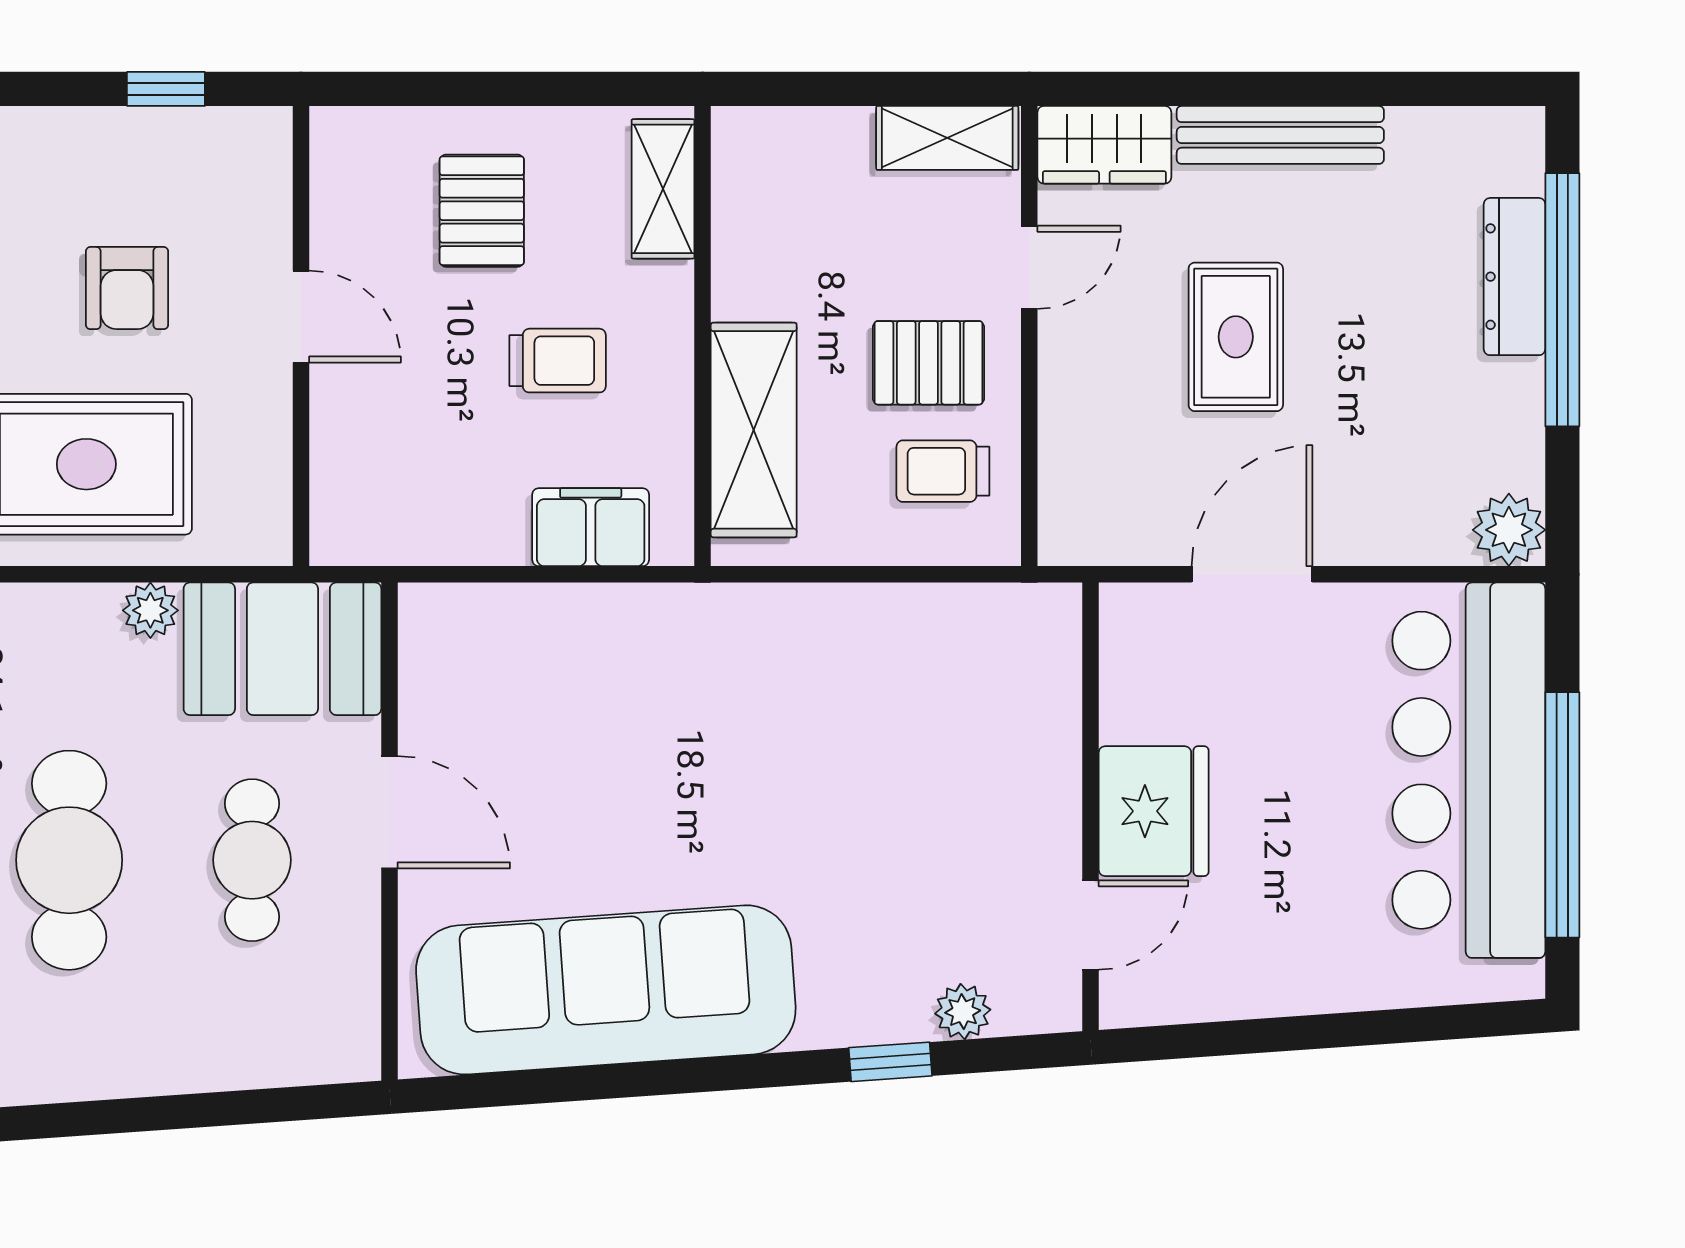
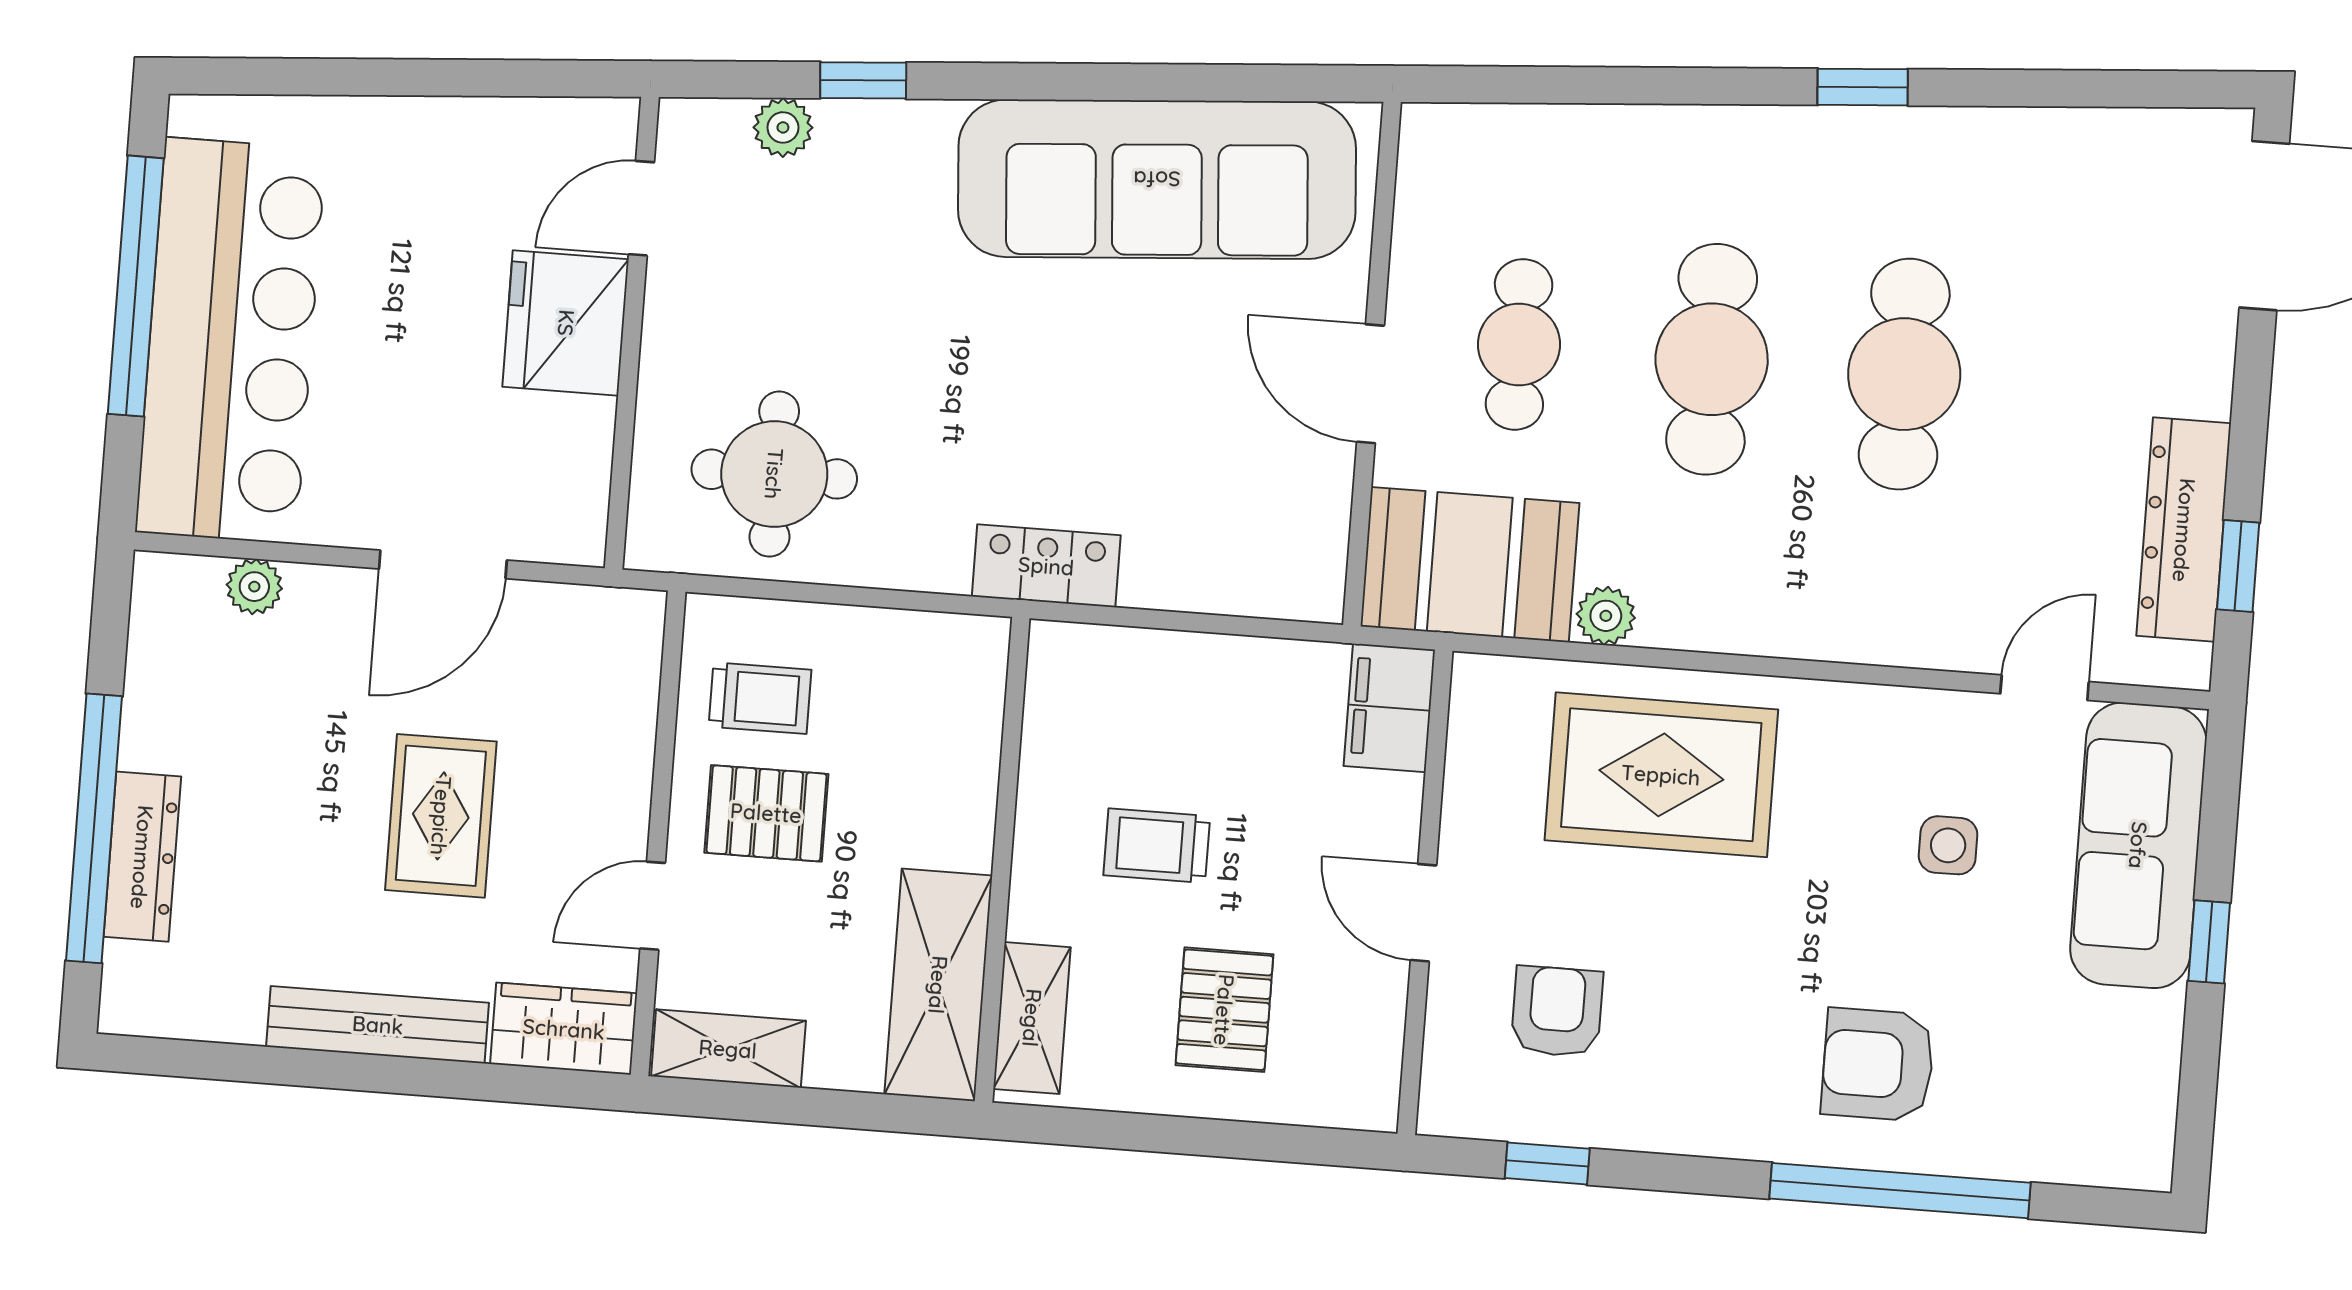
armchair: (127, 288) -> (1557, 1011), moved
shelving: (754, 430) -> (938, 985), moved
filing cabinet: (591, 527) -> (1389, 708), moved, turned 90
plant: (1509, 530) -> (254, 587), moved, width x0.73, depth x0.73
locker: (682, 617) -> (1046, 566), added
round table: (946, 684) -> (774, 474), added

